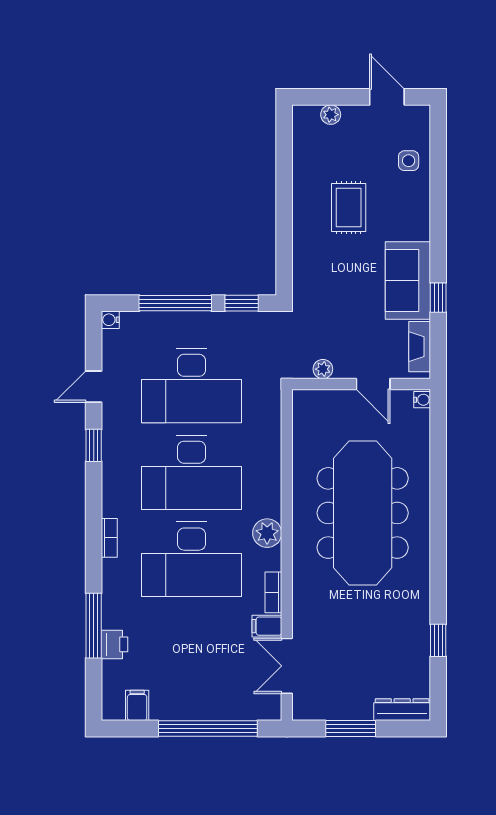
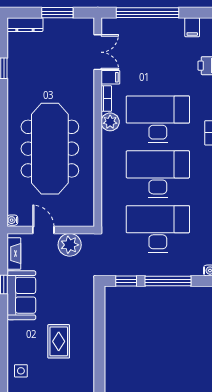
plant: (323, 369) -> (70, 245), width x1.88, depth x1.88
plant: (267, 533) -> (110, 122), moved

